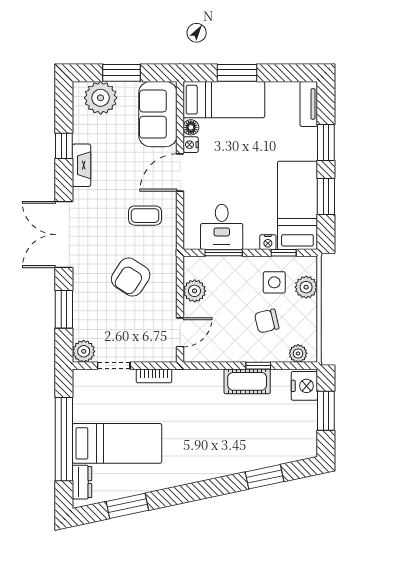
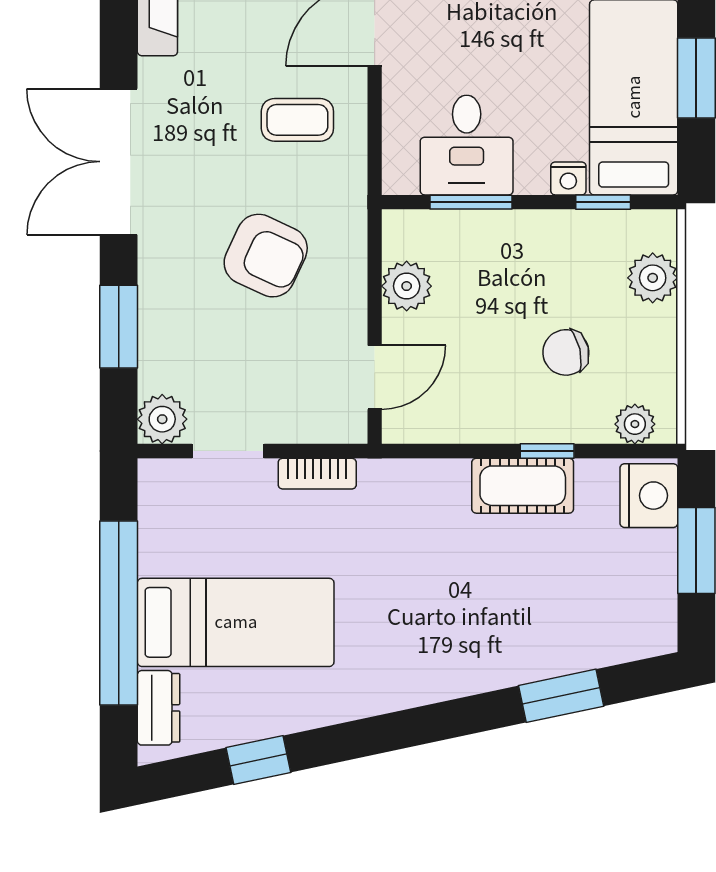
armchair: (131, 277) -> (266, 256), turned -98
side table: (274, 282) -> (582, 267), removed
window: (127, 506) -> (258, 760), width x0.67

